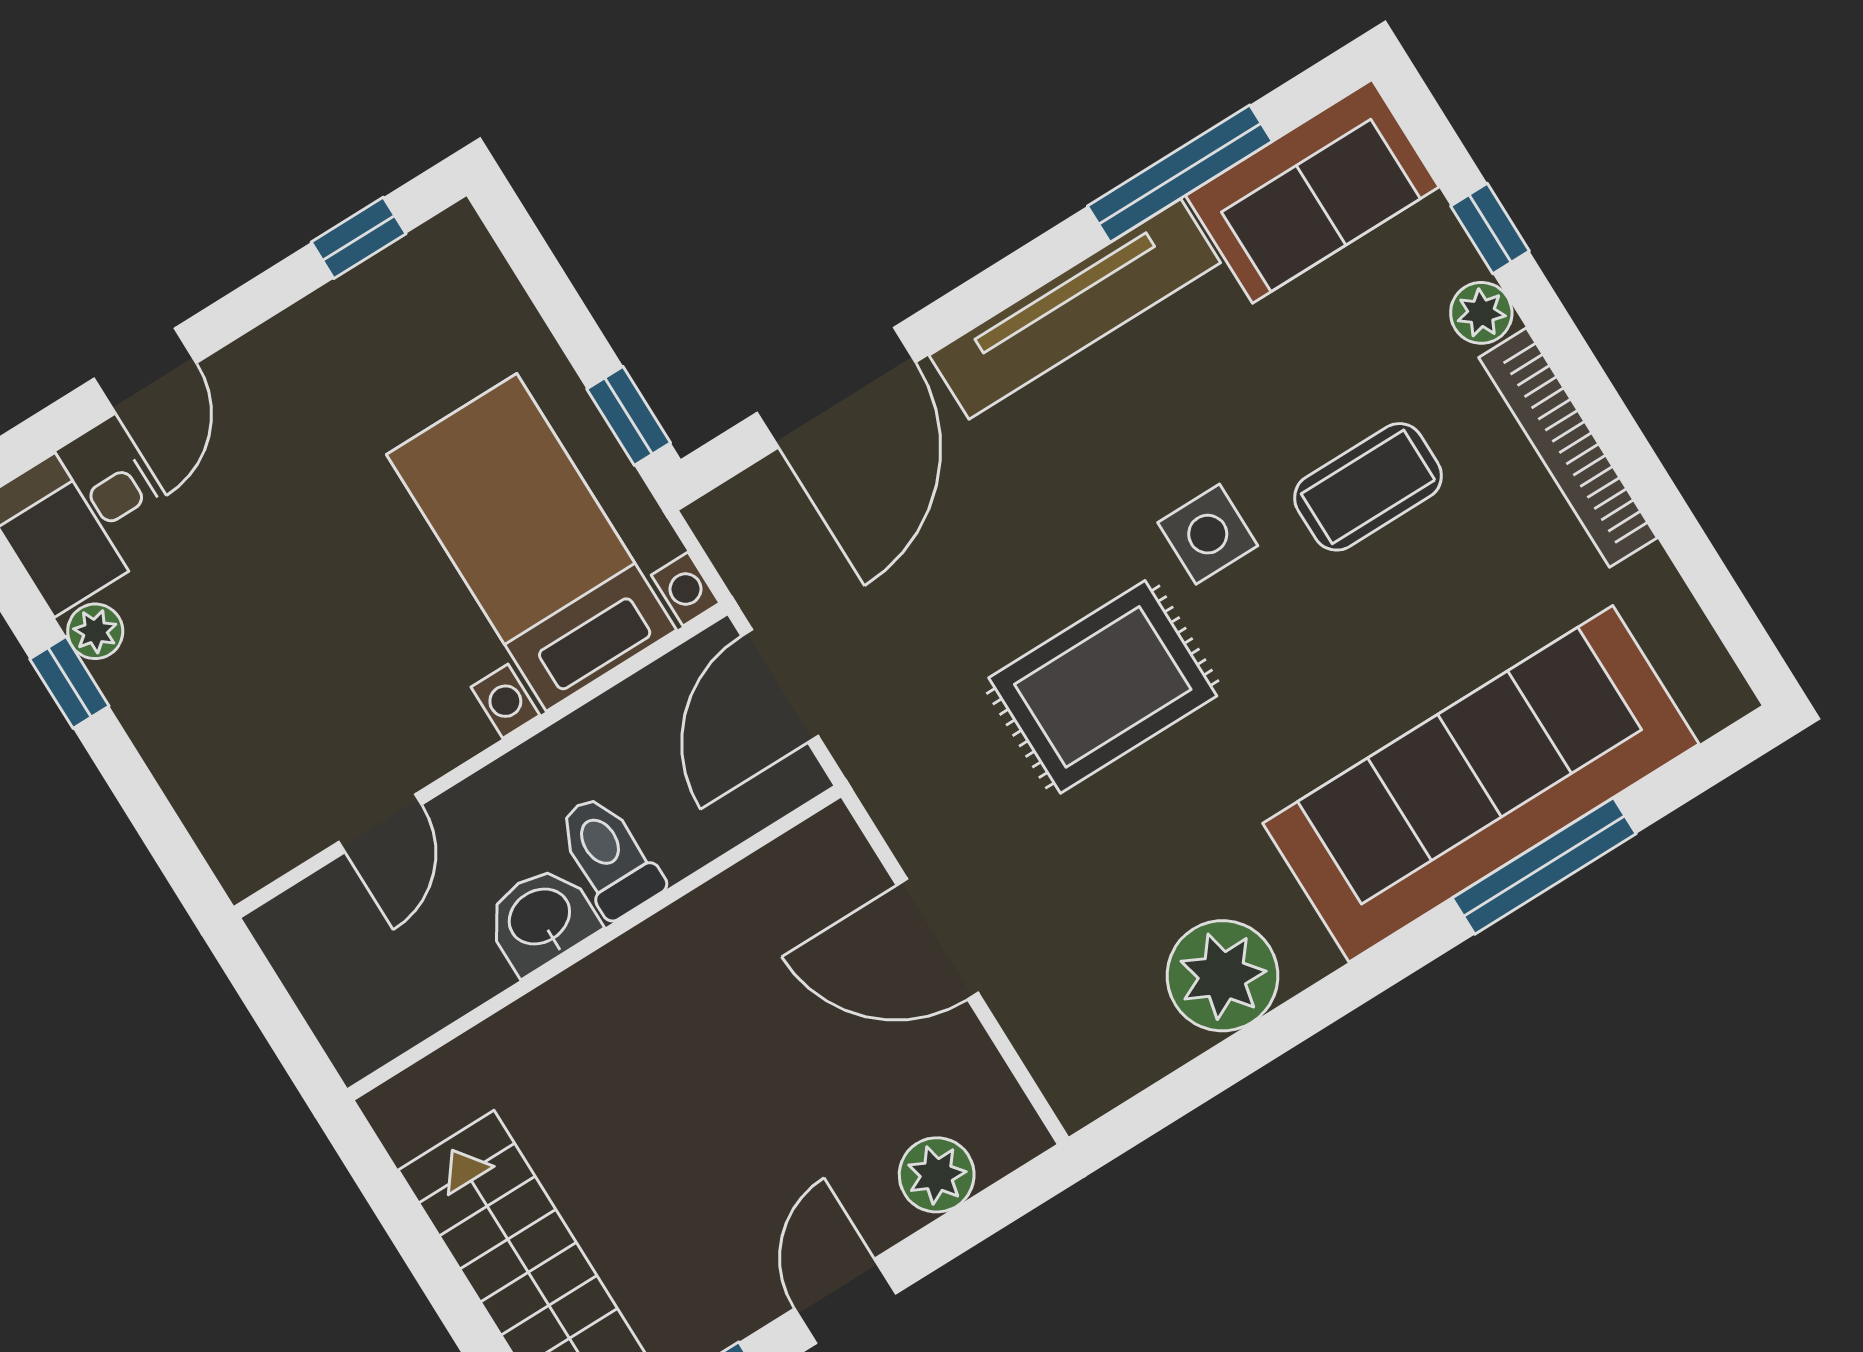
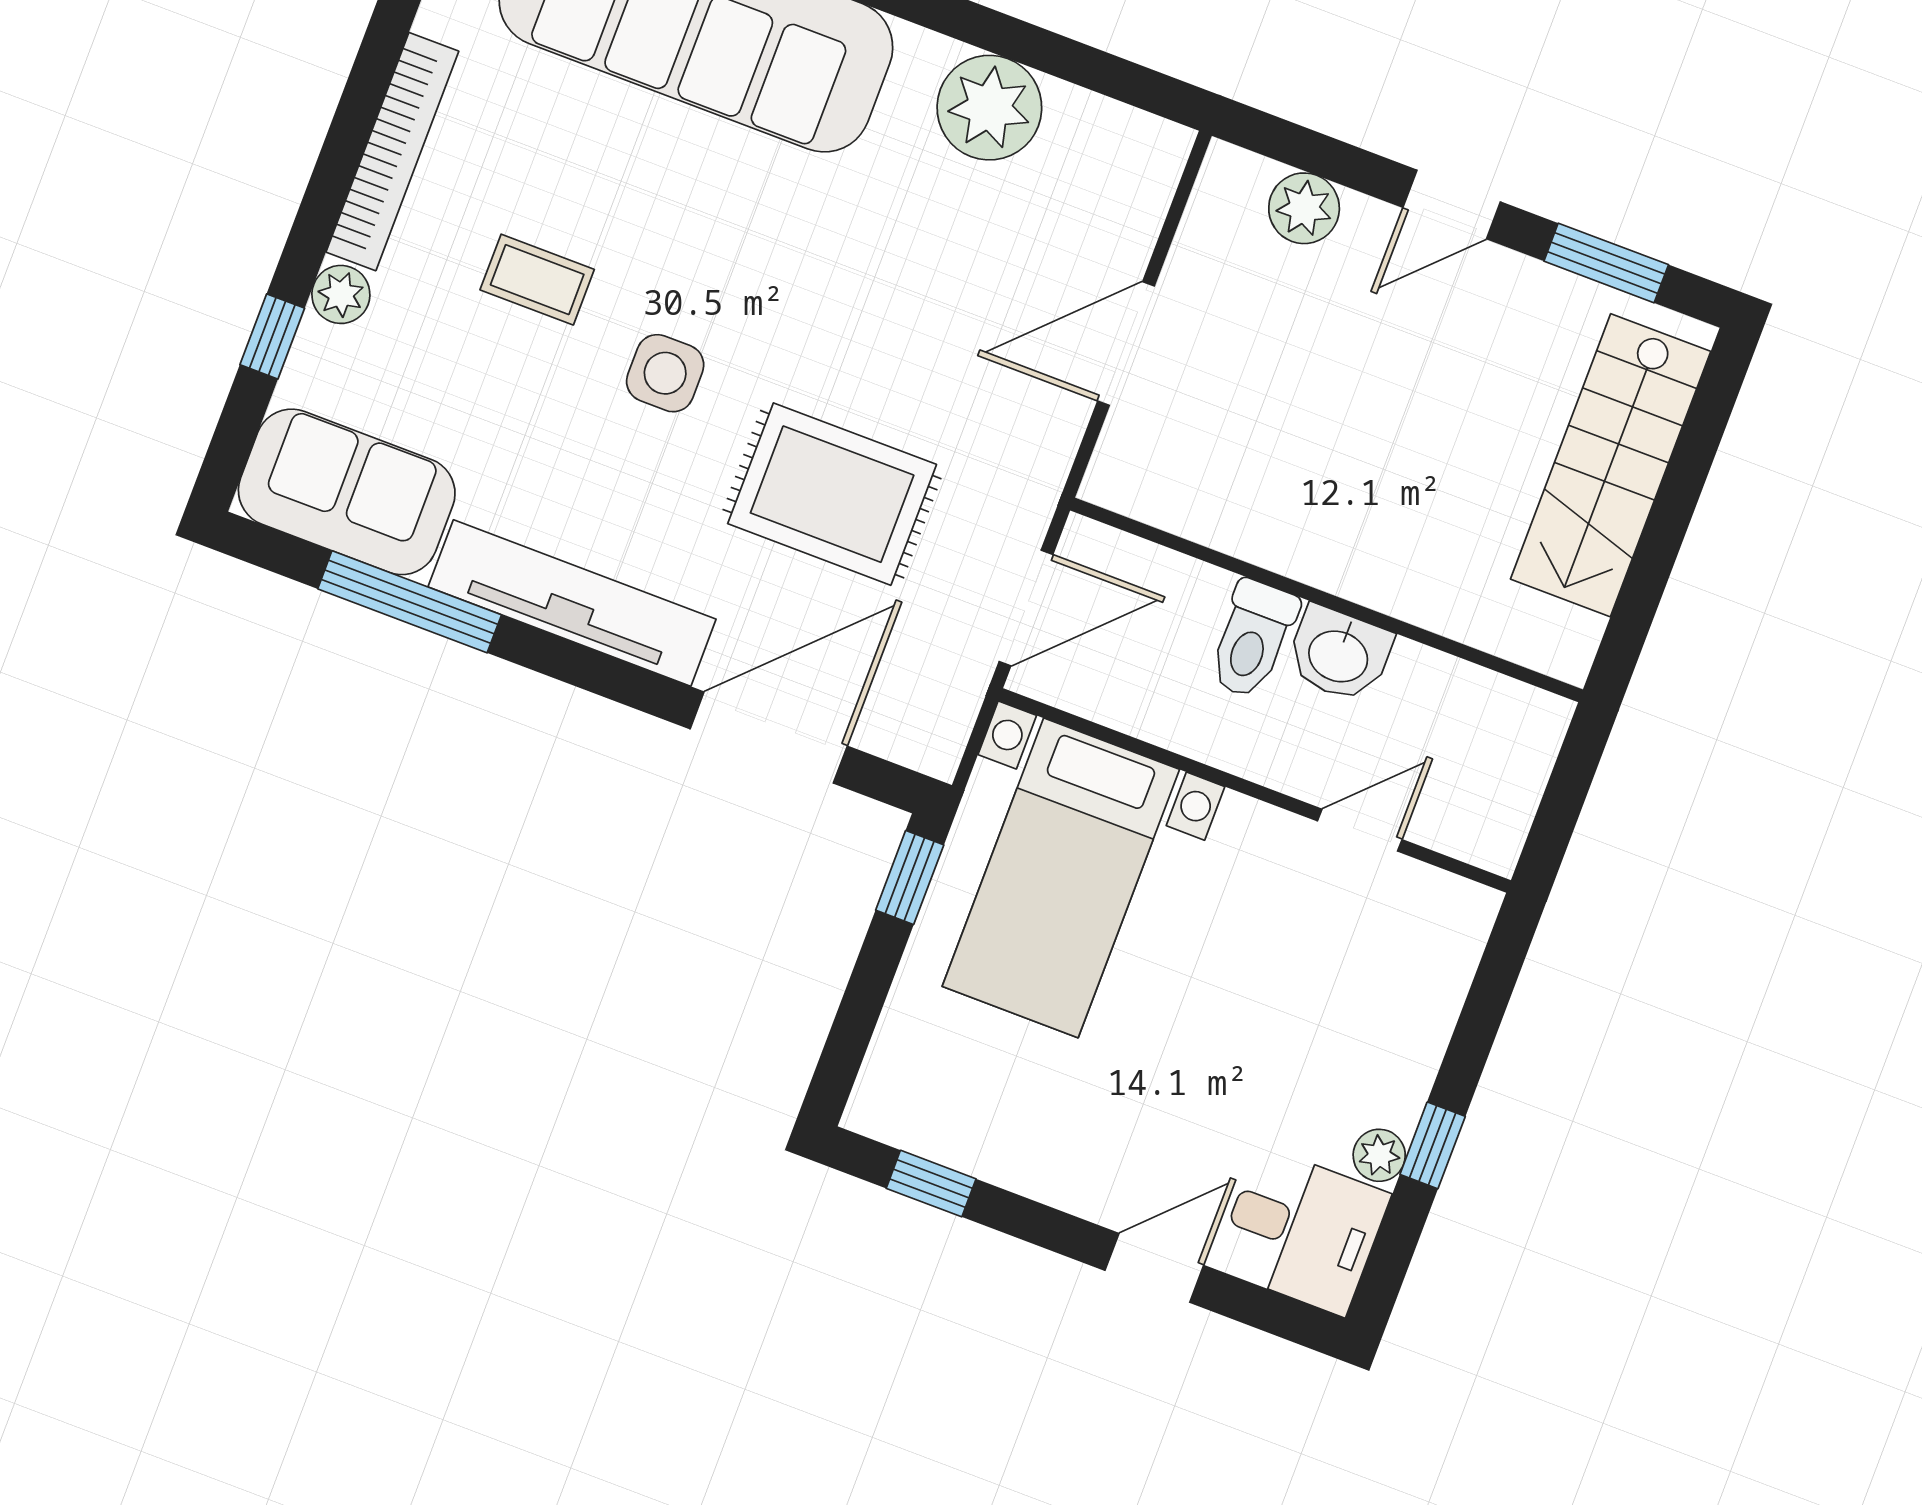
coffee table: (1368, 487) -> (537, 280), width x0.73, depth x0.77
rug: (1103, 687) -> (832, 494), moved
door: (937, 939) -> (1126, 344), swing flipped

